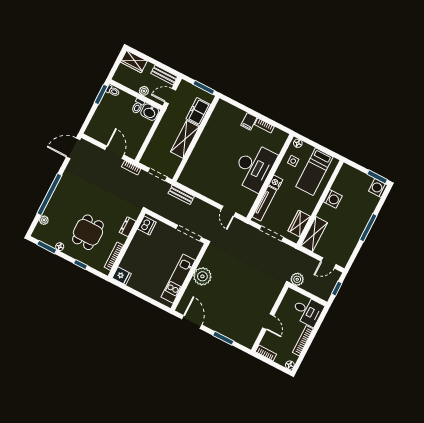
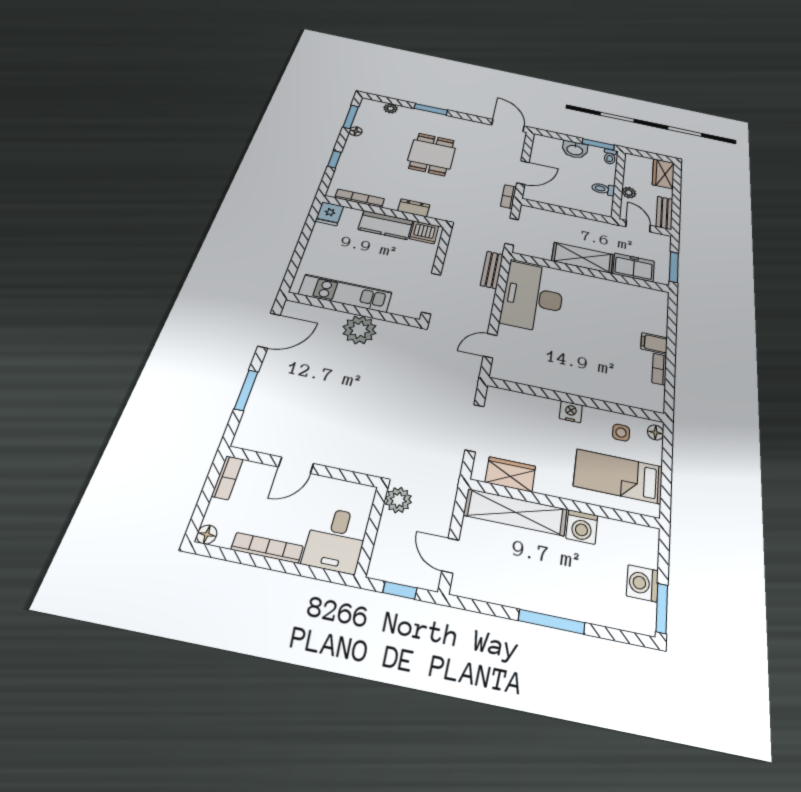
washbasin: (150, 112) -> (575, 150), moved, turned -90
desk: (254, 167) -> (533, 297), moved, turned 90
washing machine: (378, 188) -> (642, 583), moved, turned -90
window: (49, 194) -> (431, 109), width x0.47
tv unit: (264, 203) -> (525, 402), removed
dining table: (88, 232) -> (432, 154), moved, turned 90
shelving: (314, 234) -> (516, 512), width x1.47
kitchen counter: (137, 246) -> (386, 225), added

